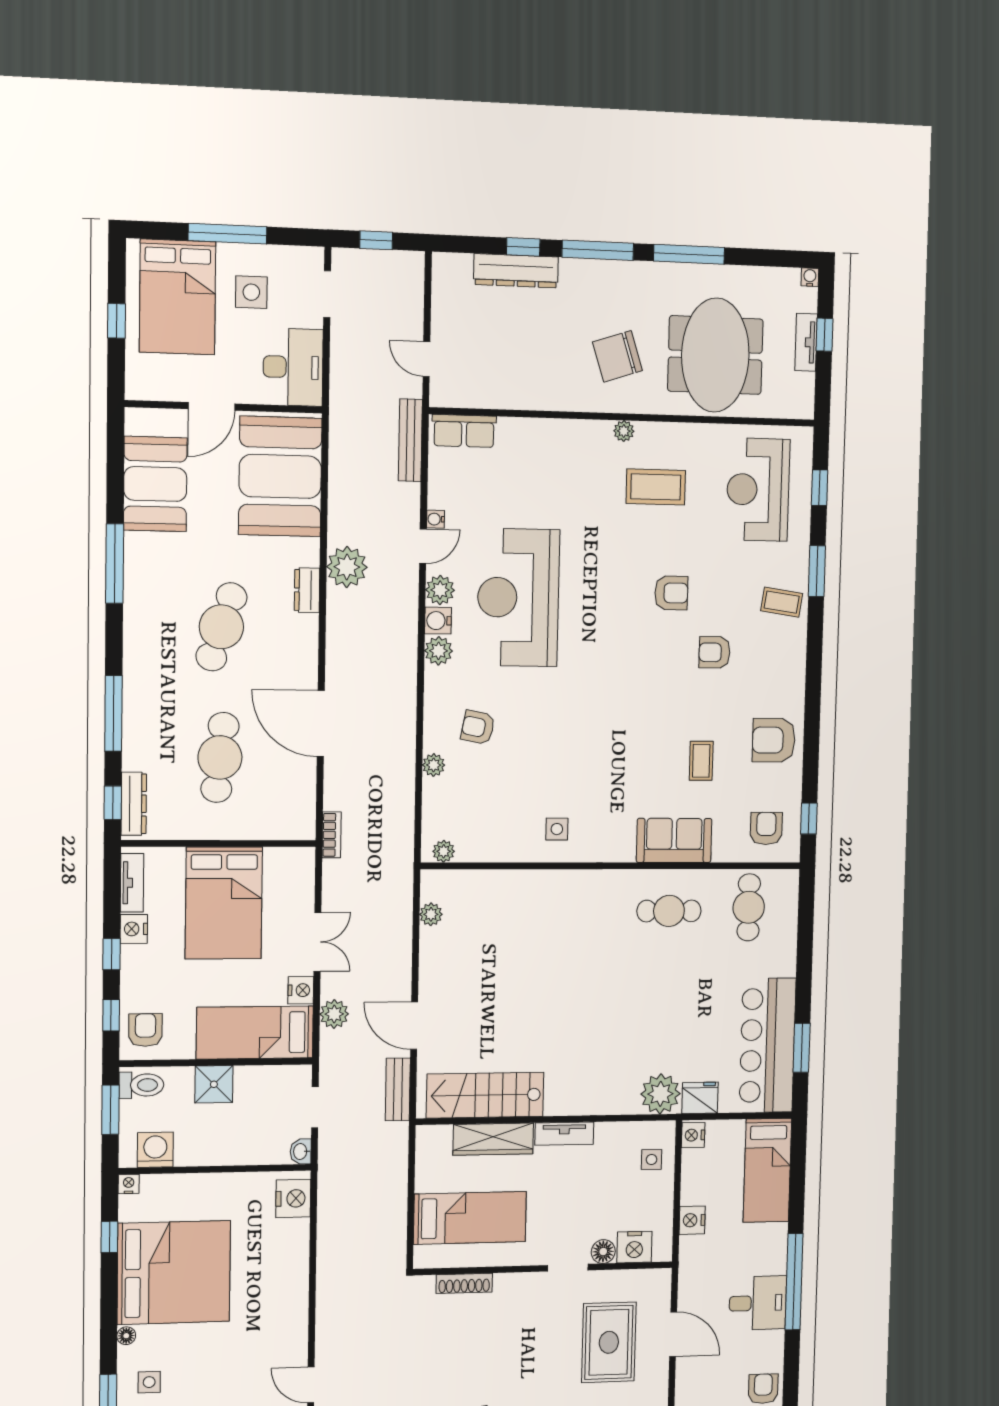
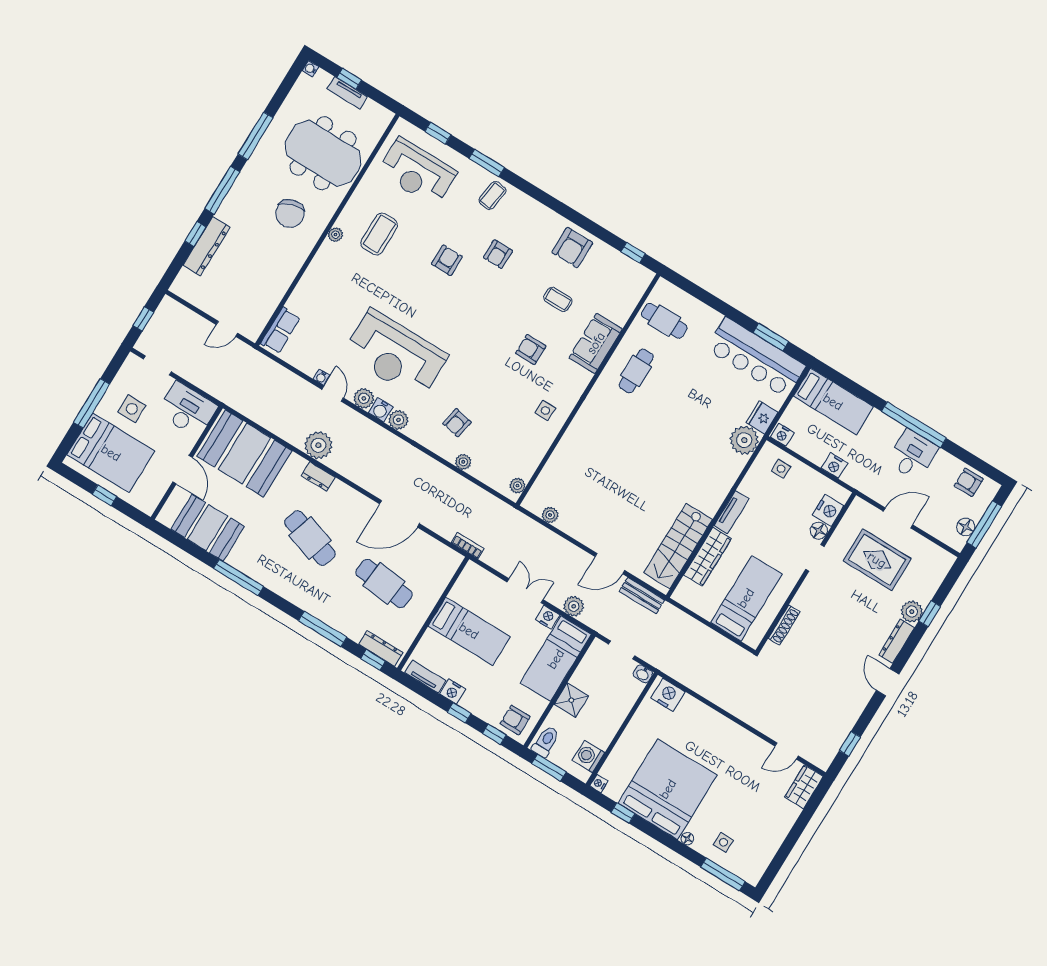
bench: (410, 440) -> (268, 365), removed
armchair: (766, 828) -> (531, 350), moved
bed: (224, 903) -> (469, 631), width x0.67

